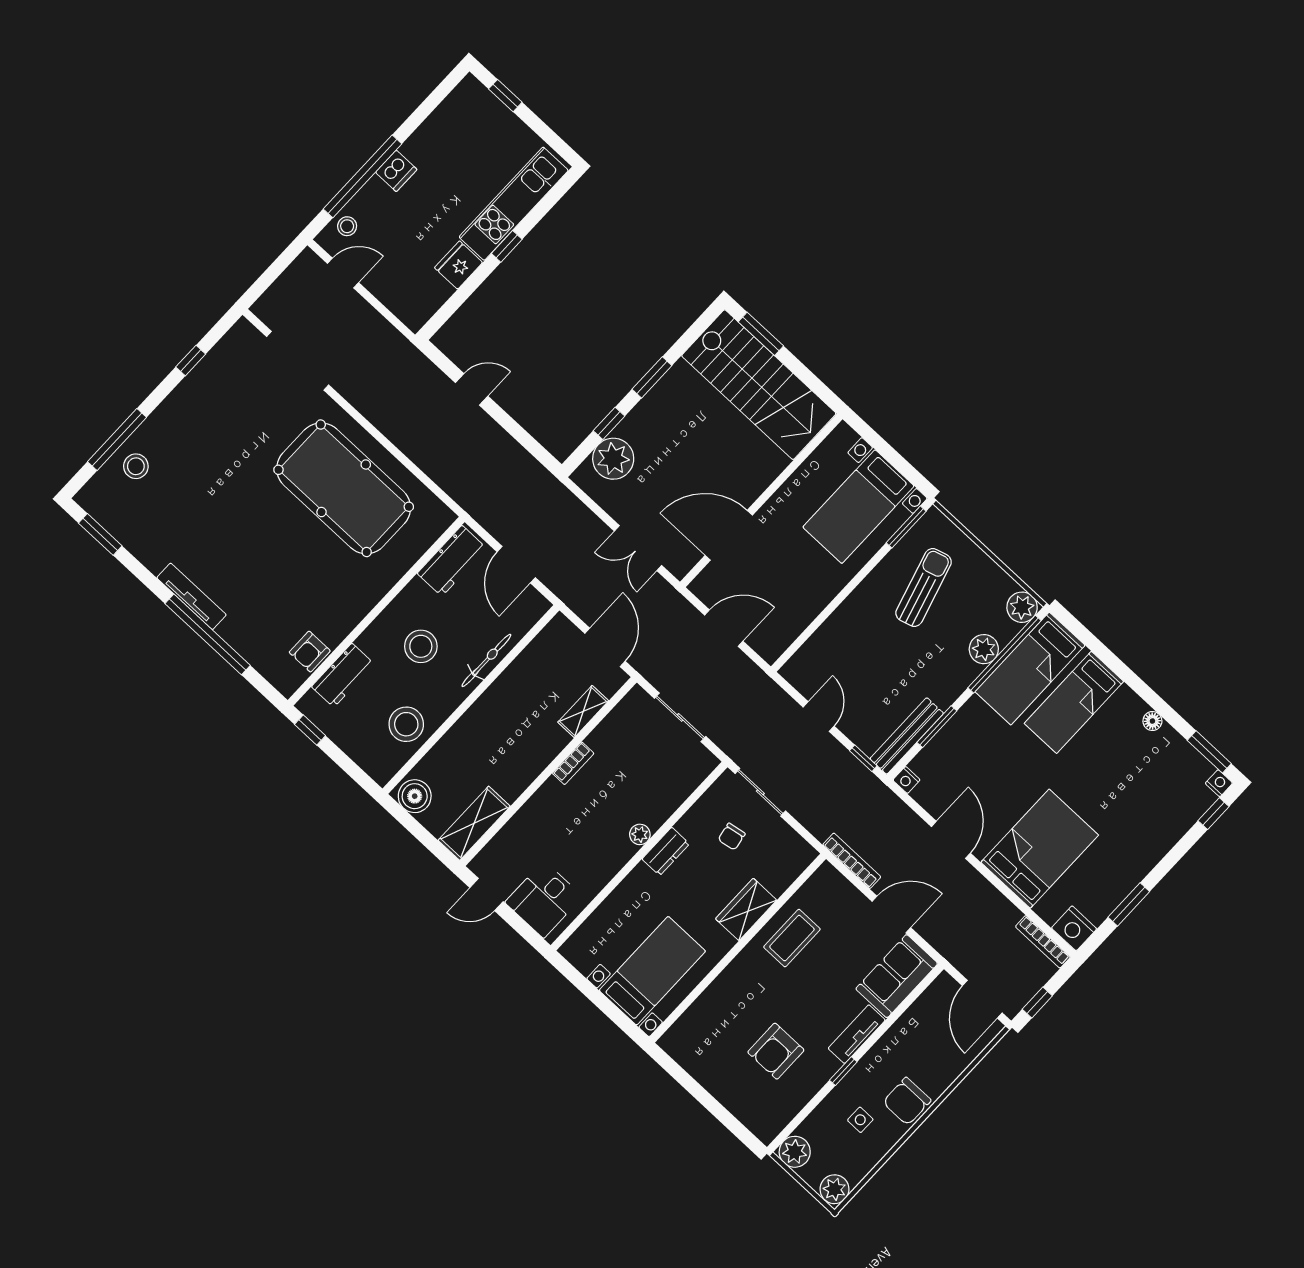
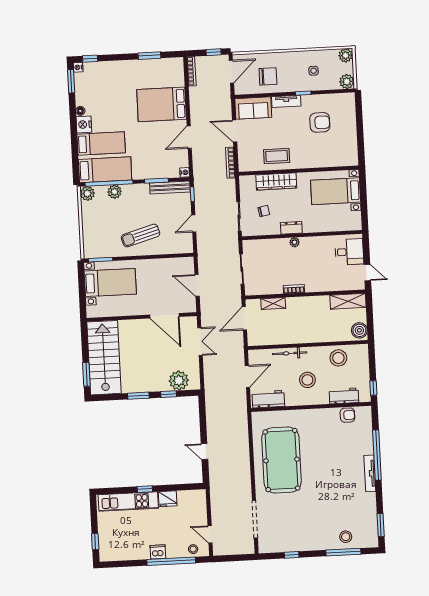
sun lounger: (924, 588) -> (141, 235), moved
wardrobe: (746, 909) -> (276, 181), width x1.50
nightstand: (1074, 928) -> (84, 124), moved, turned 180
chair: (907, 1101) -> (268, 76), moved

